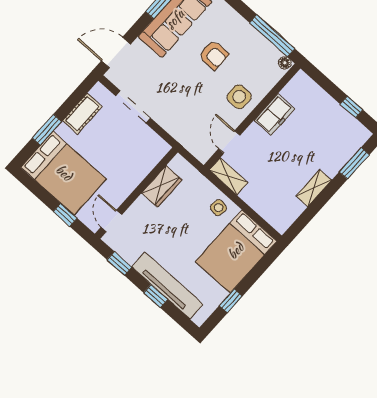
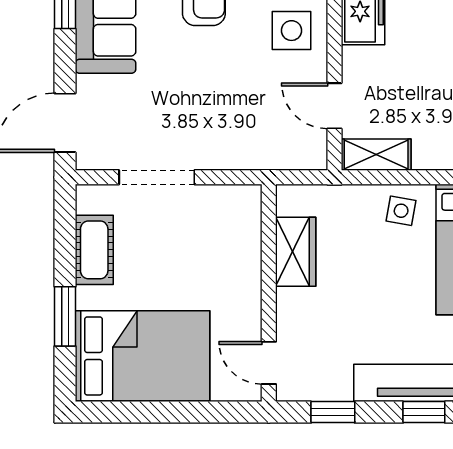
window: (65, 215) -> (197, 412), removed

